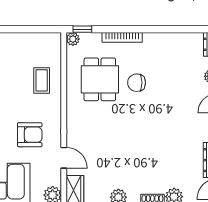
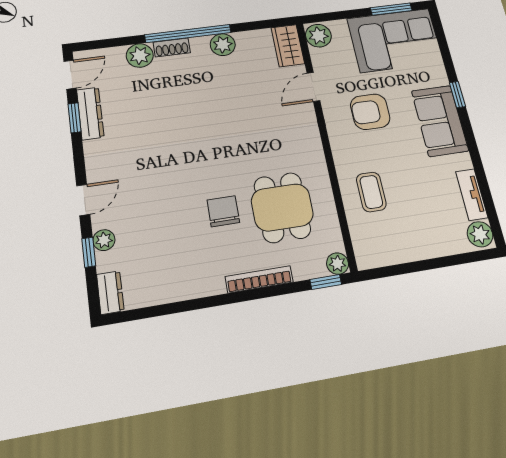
chair: (137, 83) -> (223, 211), turned -90
door: (64, 158) -> (313, 87), hinge flipped

